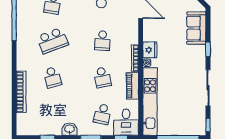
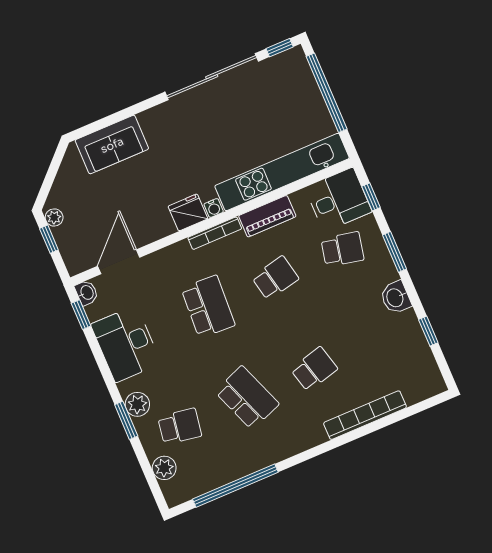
school desk: (102, 41) -> (208, 307), width x1.85
window: (208, 49) -> (142, 107), removed
sliding door: (208, 88) -> (212, 77), width x1.36

